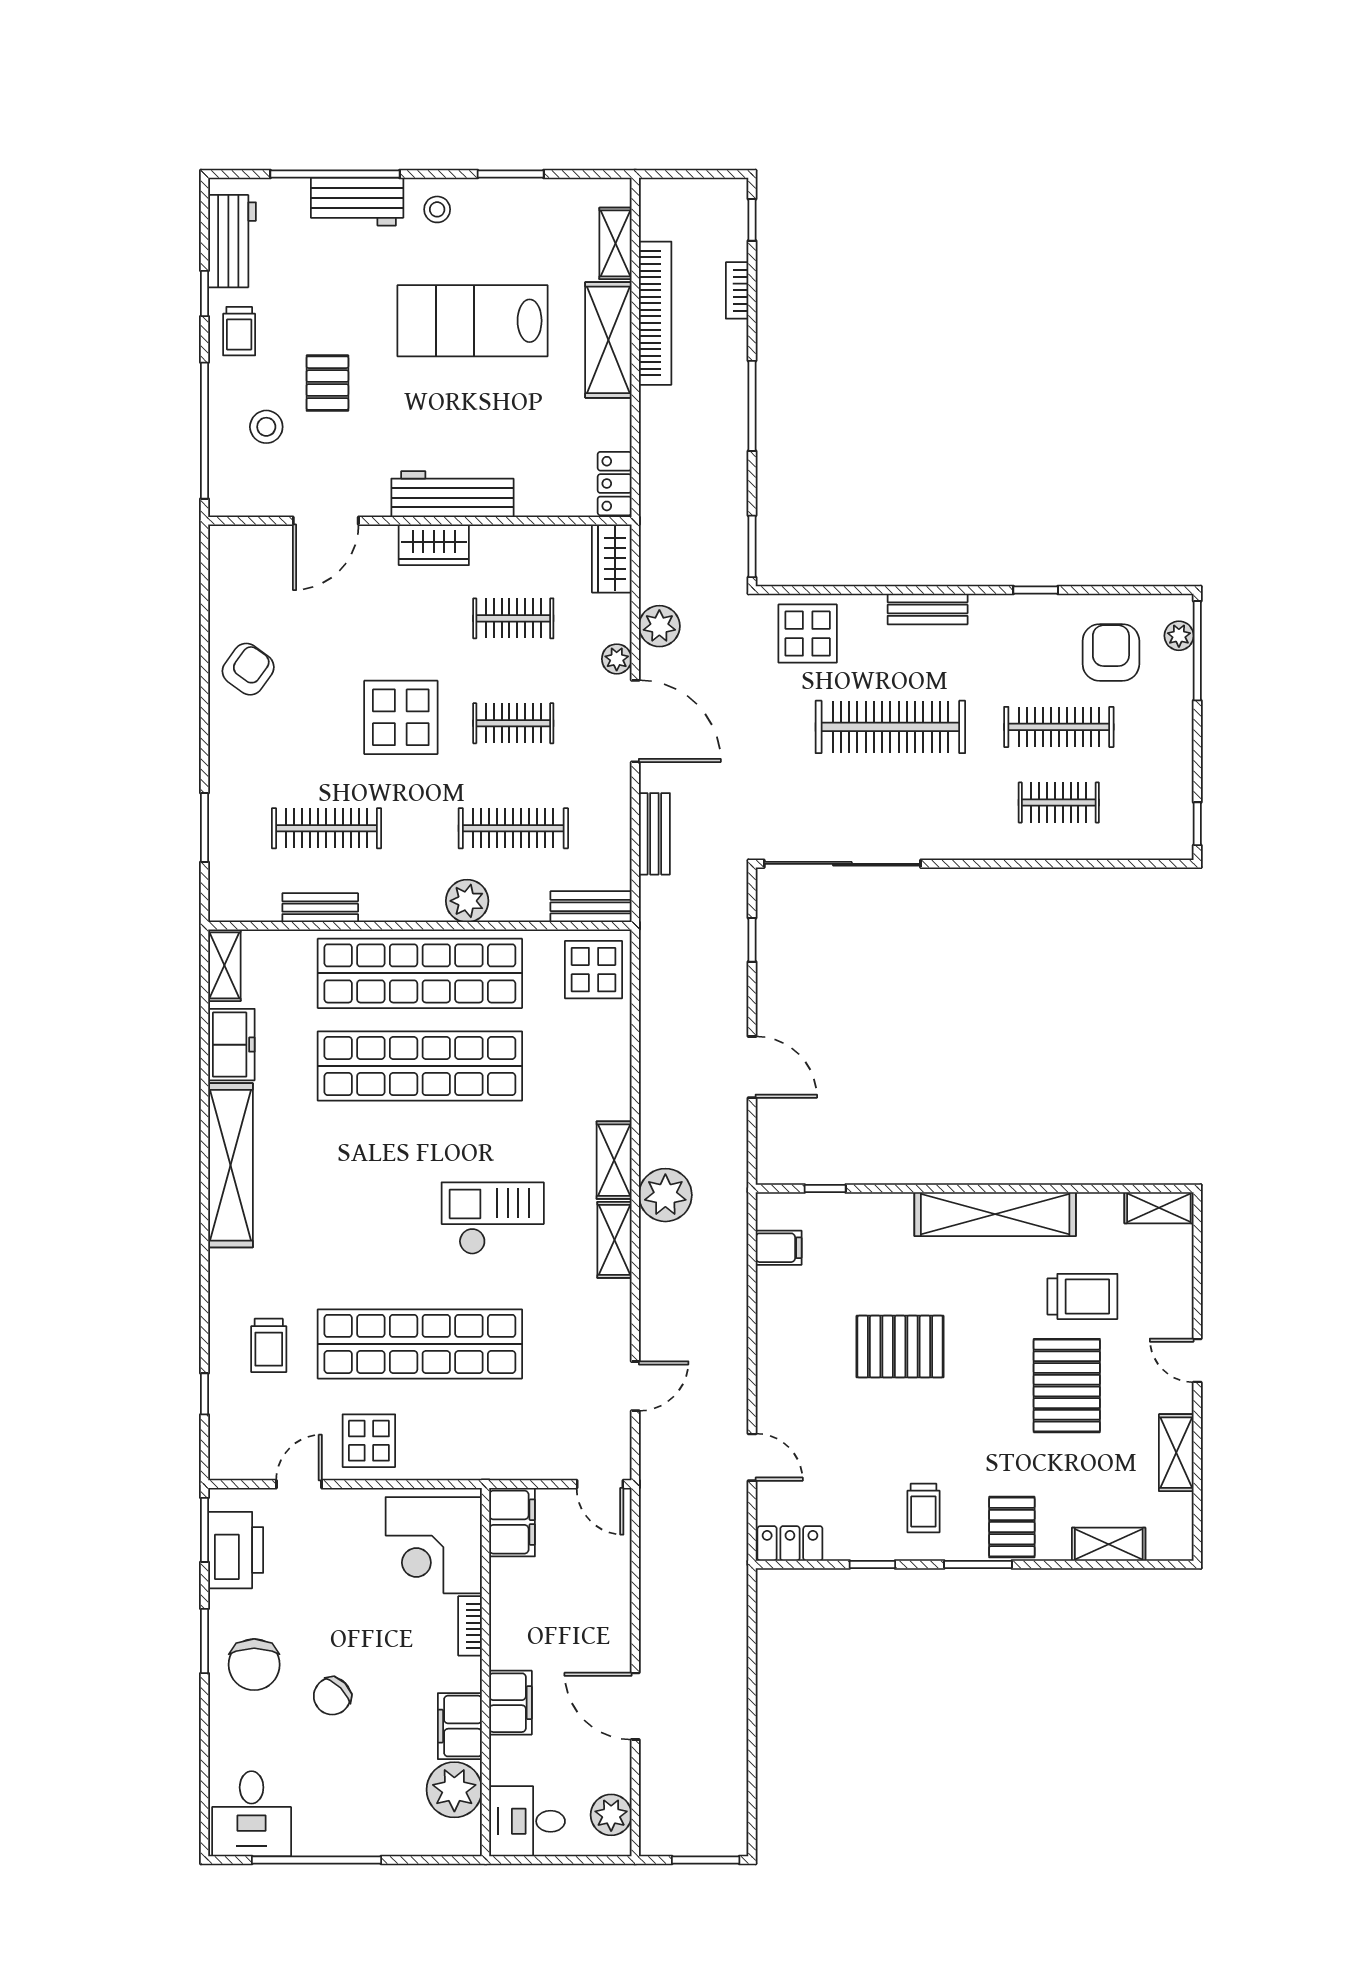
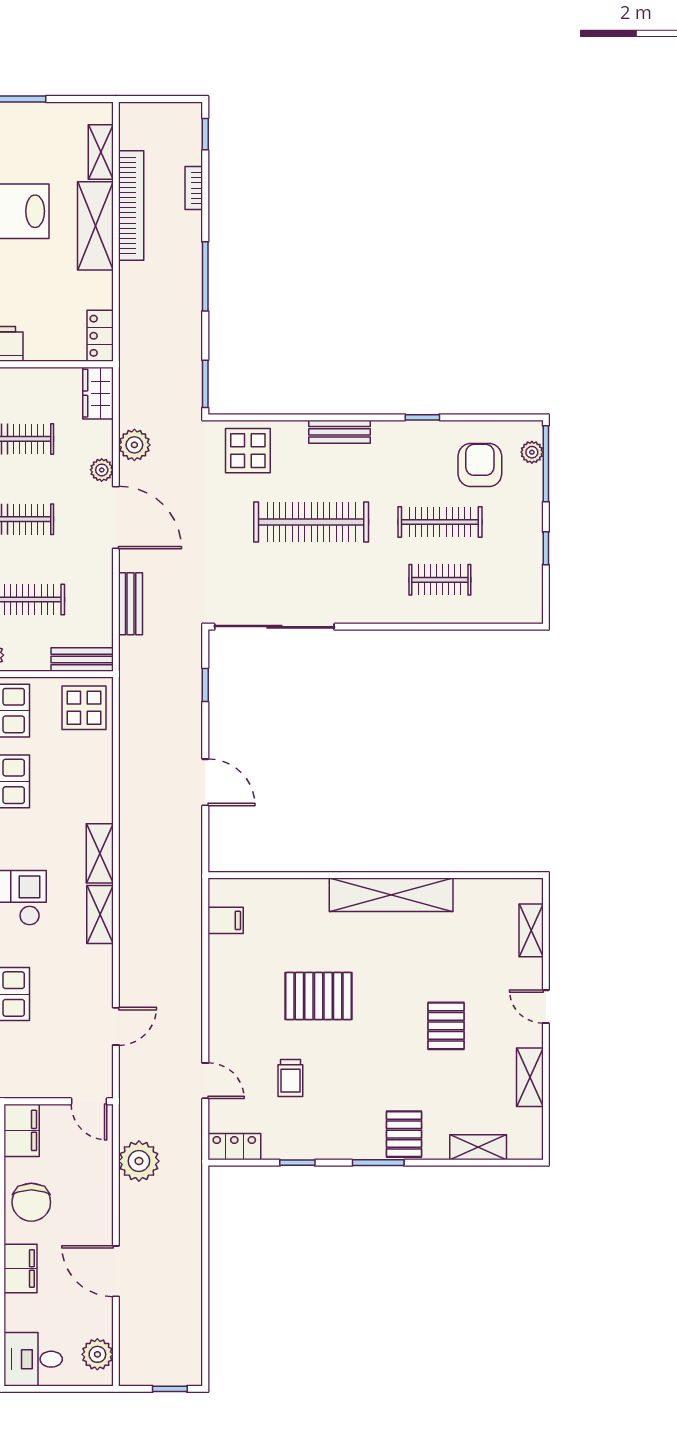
window: (1197, 824) -> (546, 548), moved
window: (825, 1189) -> (261, 875), removed
plant: (665, 1195) -> (139, 1161), moved
shelving: (1159, 1208) -> (531, 930), moved, turned 90
trolley: (1082, 1296) -> (458, 958), removed
pallet: (1067, 1386) -> (446, 1026), width x0.67, depth x0.71
trolley: (923, 1508) -> (290, 1078), moved
chair: (525, 1616) -> (31, 1202), added
window: (706, 1860) -> (170, 1389), width x0.67

